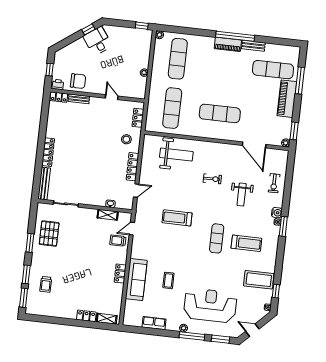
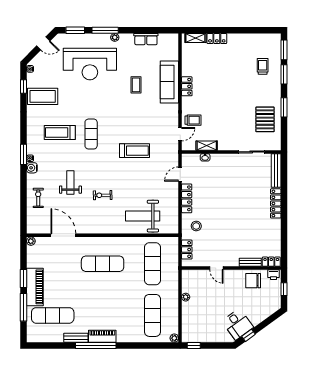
window: (294, 131) -> (23, 279), moved

